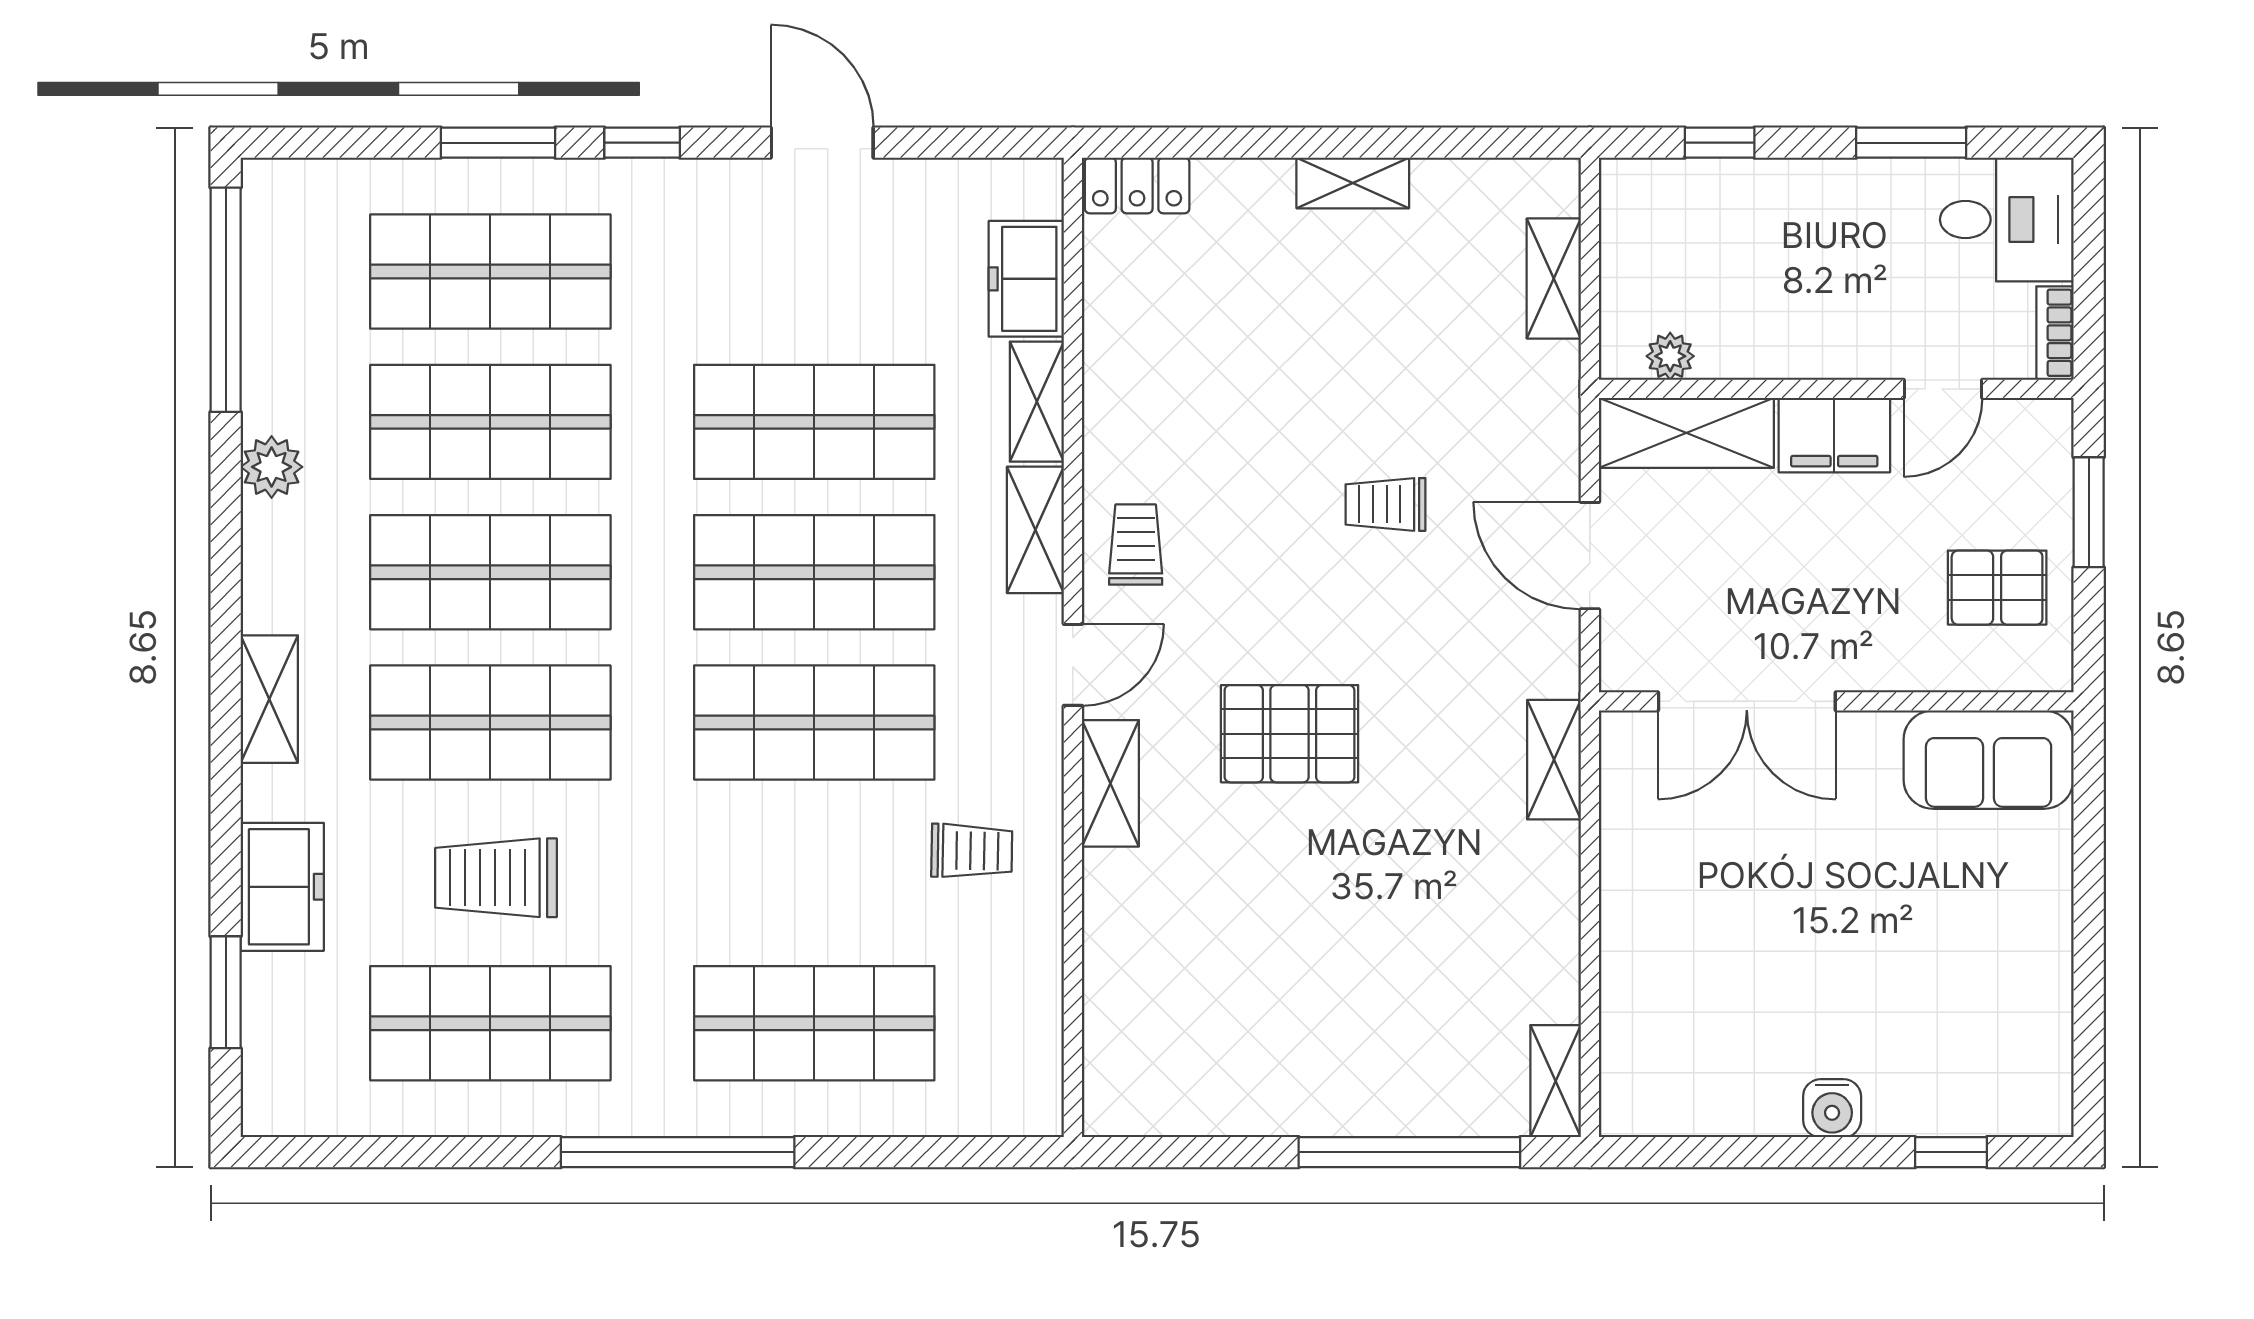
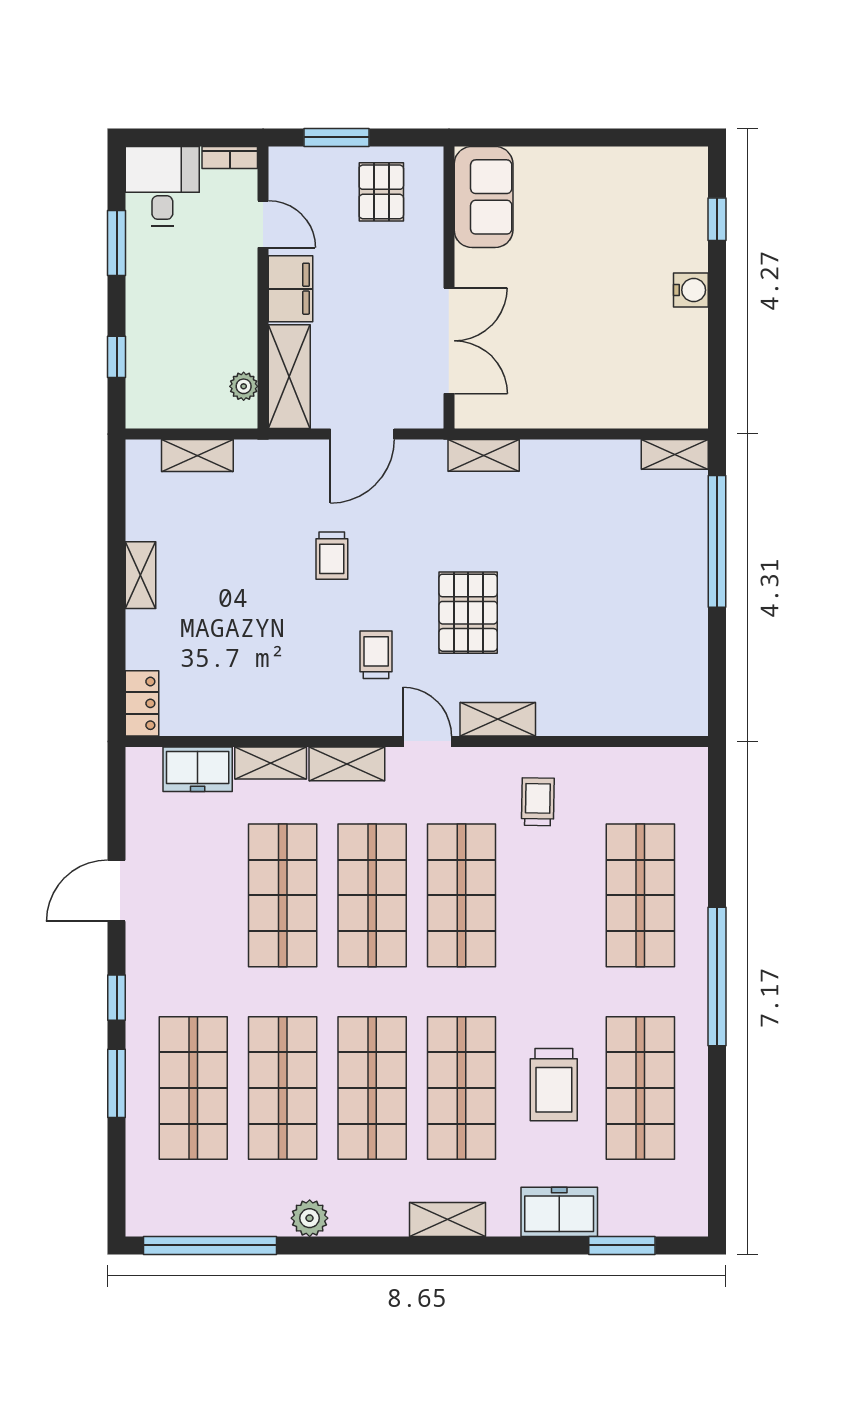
trolley: (1136, 545) -> (376, 655), moved, turned 90

